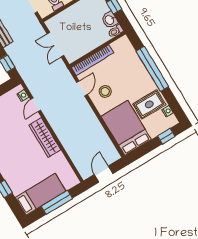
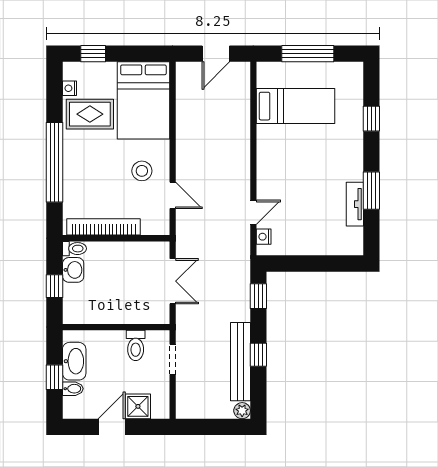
bookcase: (92, 60) -> (104, 227), moved
door: (82, 88) -> (173, 195), swing flipped
wardrobe: (45, 138) -> (269, 157), removed
bed: (41, 194) -> (296, 106), moved, turned 180

